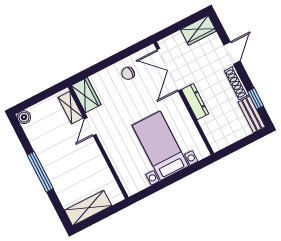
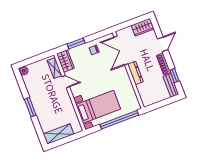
window: (99, 67) -> (76, 43), added
door: (90, 127) -> (66, 82), swing flipped
bed with nightstands: (160, 146) -> (98, 107), moved, turned 90
window: (40, 172) -> (30, 107), width x0.69
window: (179, 176) -> (119, 120), added

